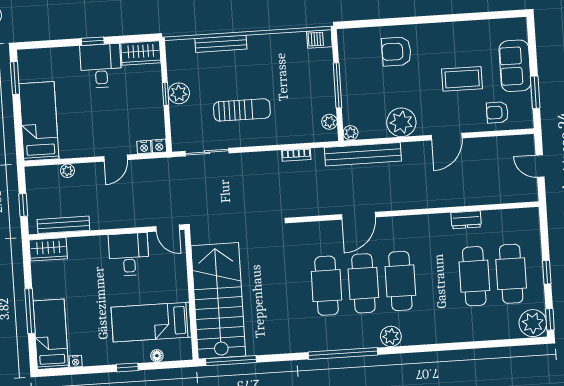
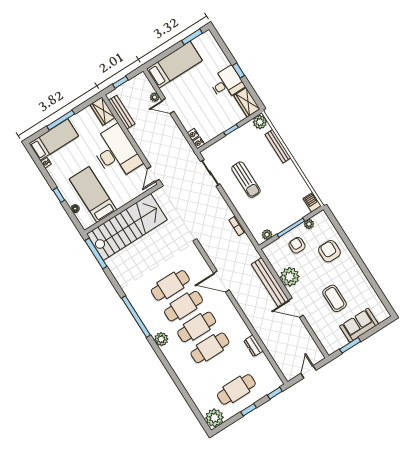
plant: (179, 93) -> (260, 122), moved
armchair: (497, 112) -> (297, 245), moved
plant: (351, 133) -> (309, 224), moved
bench: (363, 154) -> (270, 282), moved
door: (116, 158) -> (168, 106), moved
desk: (129, 254) -> (116, 152), width x1.87, depth x1.30
cafe table: (474, 276) -> (210, 348), moved
window: (550, 319) -> (275, 393), moved

